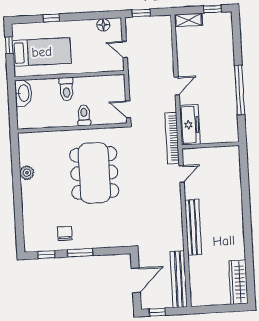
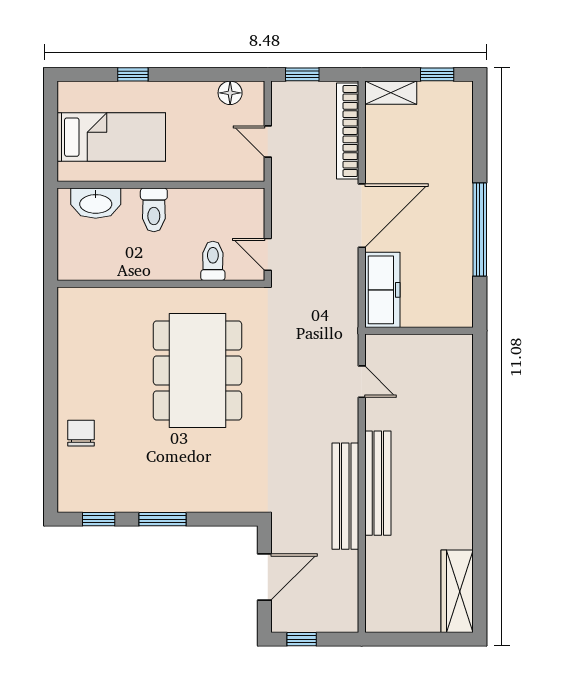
window: (9, 45) -> (51, 121), removed
door: (177, 86) -> (362, 216), width x1.87
washbasin: (23, 93) -> (96, 203), moved, turned 90
toilet: (84, 115) -> (213, 261), moved
bookcase: (172, 138) -> (348, 131), moved
plant: (27, 173) -> (71, 363), removed
door: (182, 174) -> (362, 382), hinge flipped
chair: (65, 233) -> (81, 433), moved
bench: (179, 279) -> (345, 496), moved

